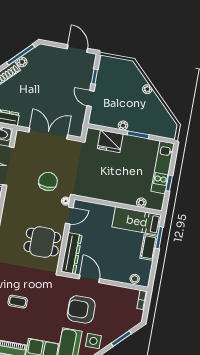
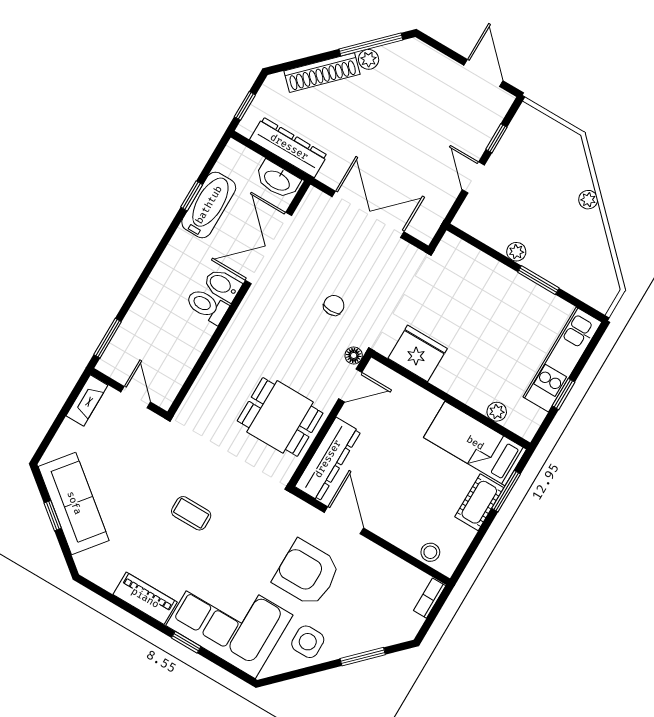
fridge: (110, 141) -> (418, 353), moved, turned 180
chair: (48, 181) -> (334, 305), width x0.54, depth x0.54

